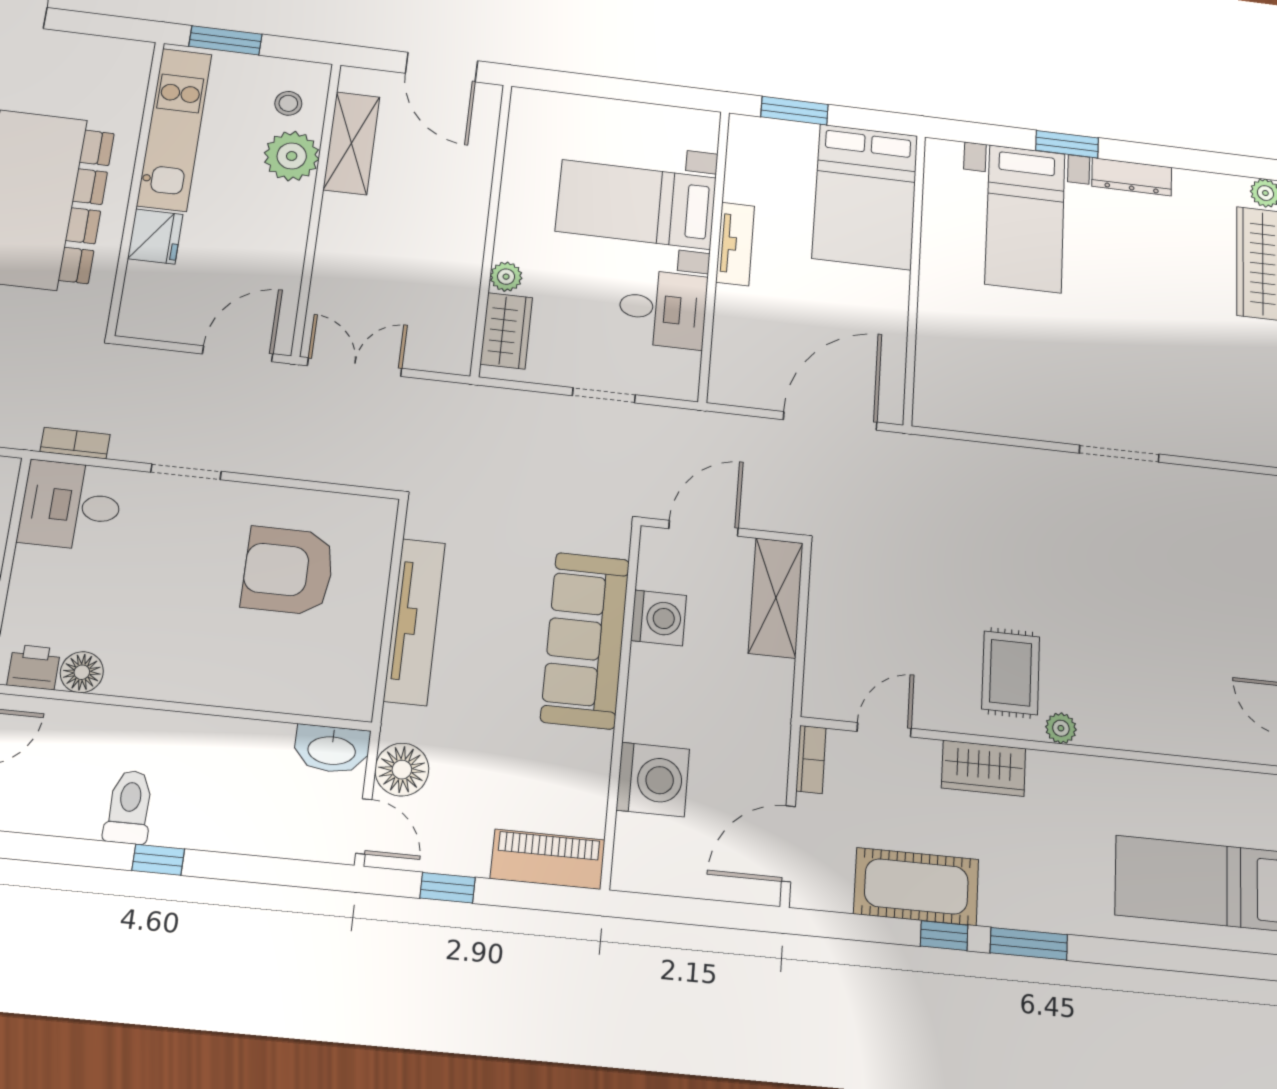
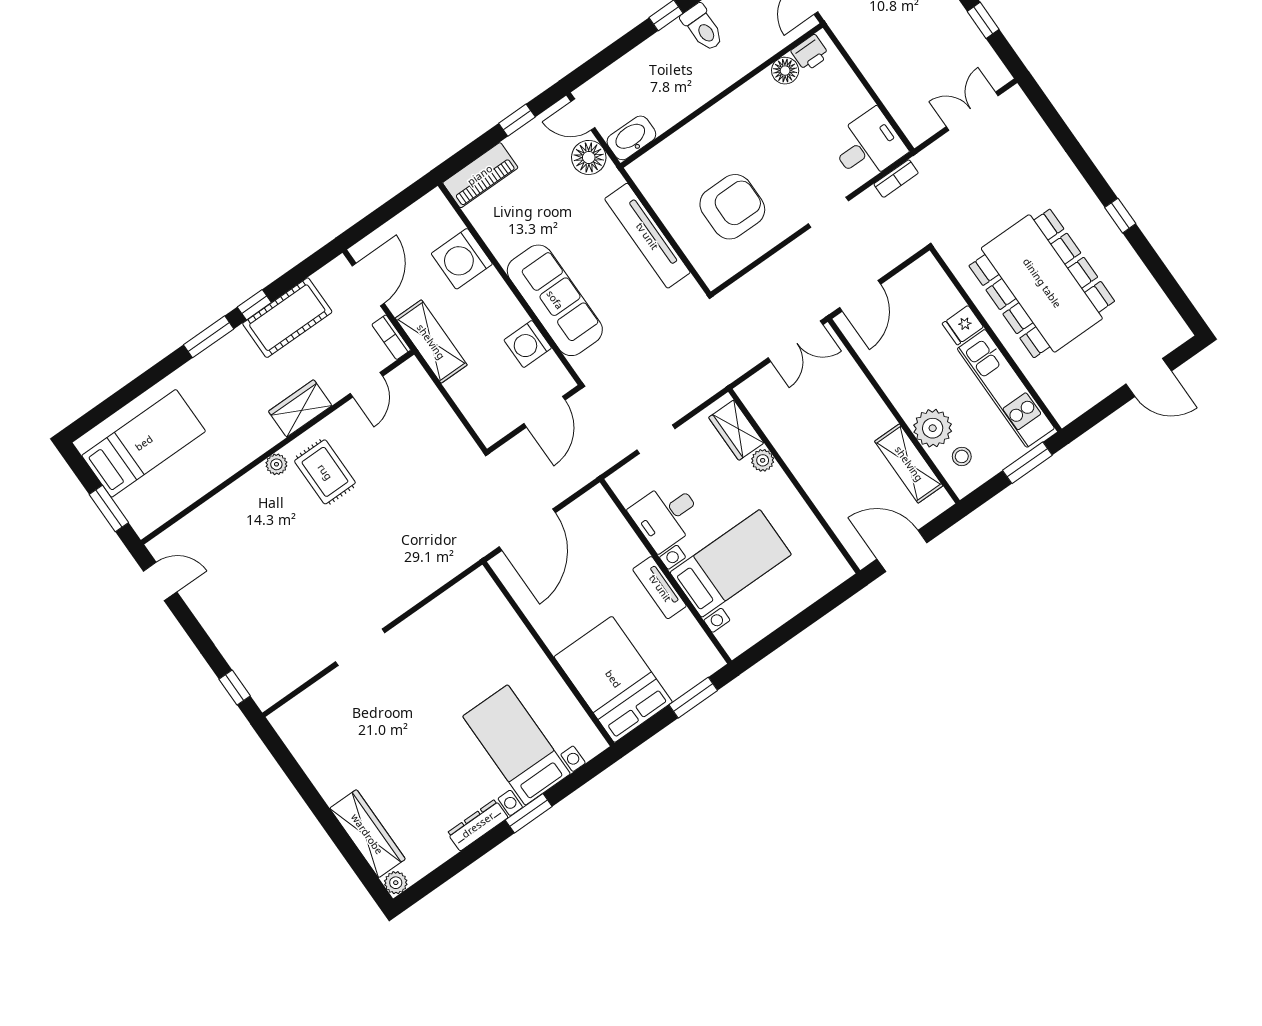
fridge: (155, 237) -> (963, 325), width x0.72
shelving: (776, 598) -> (431, 342), moved

